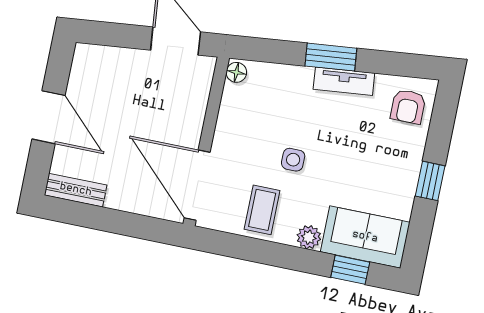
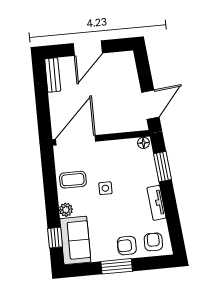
window: (331, 57) -> (163, 167), moved
armchair: (408, 107) -> (153, 242), turned 90
armchair: (401, 153) -> (127, 246), added
window: (430, 181) -> (117, 266), width x1.50

